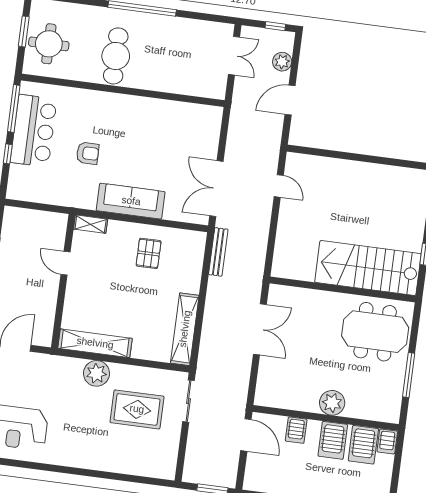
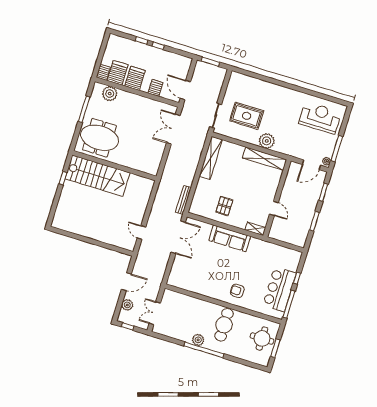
plant: (154, 24) -> (198, 340), added
armchair: (88, 153) -> (237, 291), moved
double door: (260, 329) -> (173, 129), moved
plant: (332, 403) -> (110, 94), moved

